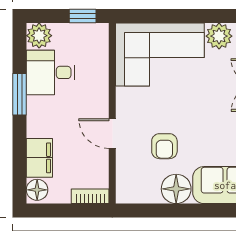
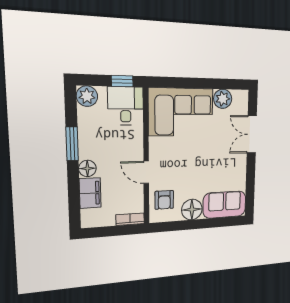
desk: (51, 72) -> (126, 106), moved, turned 90
armchair: (164, 146) -> (164, 200), moved
floor lamp: (37, 190) -> (87, 168), moved

